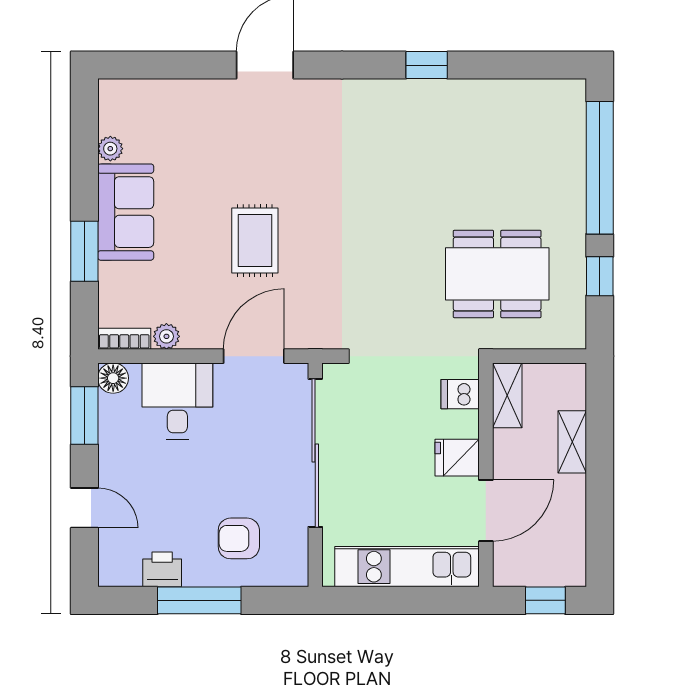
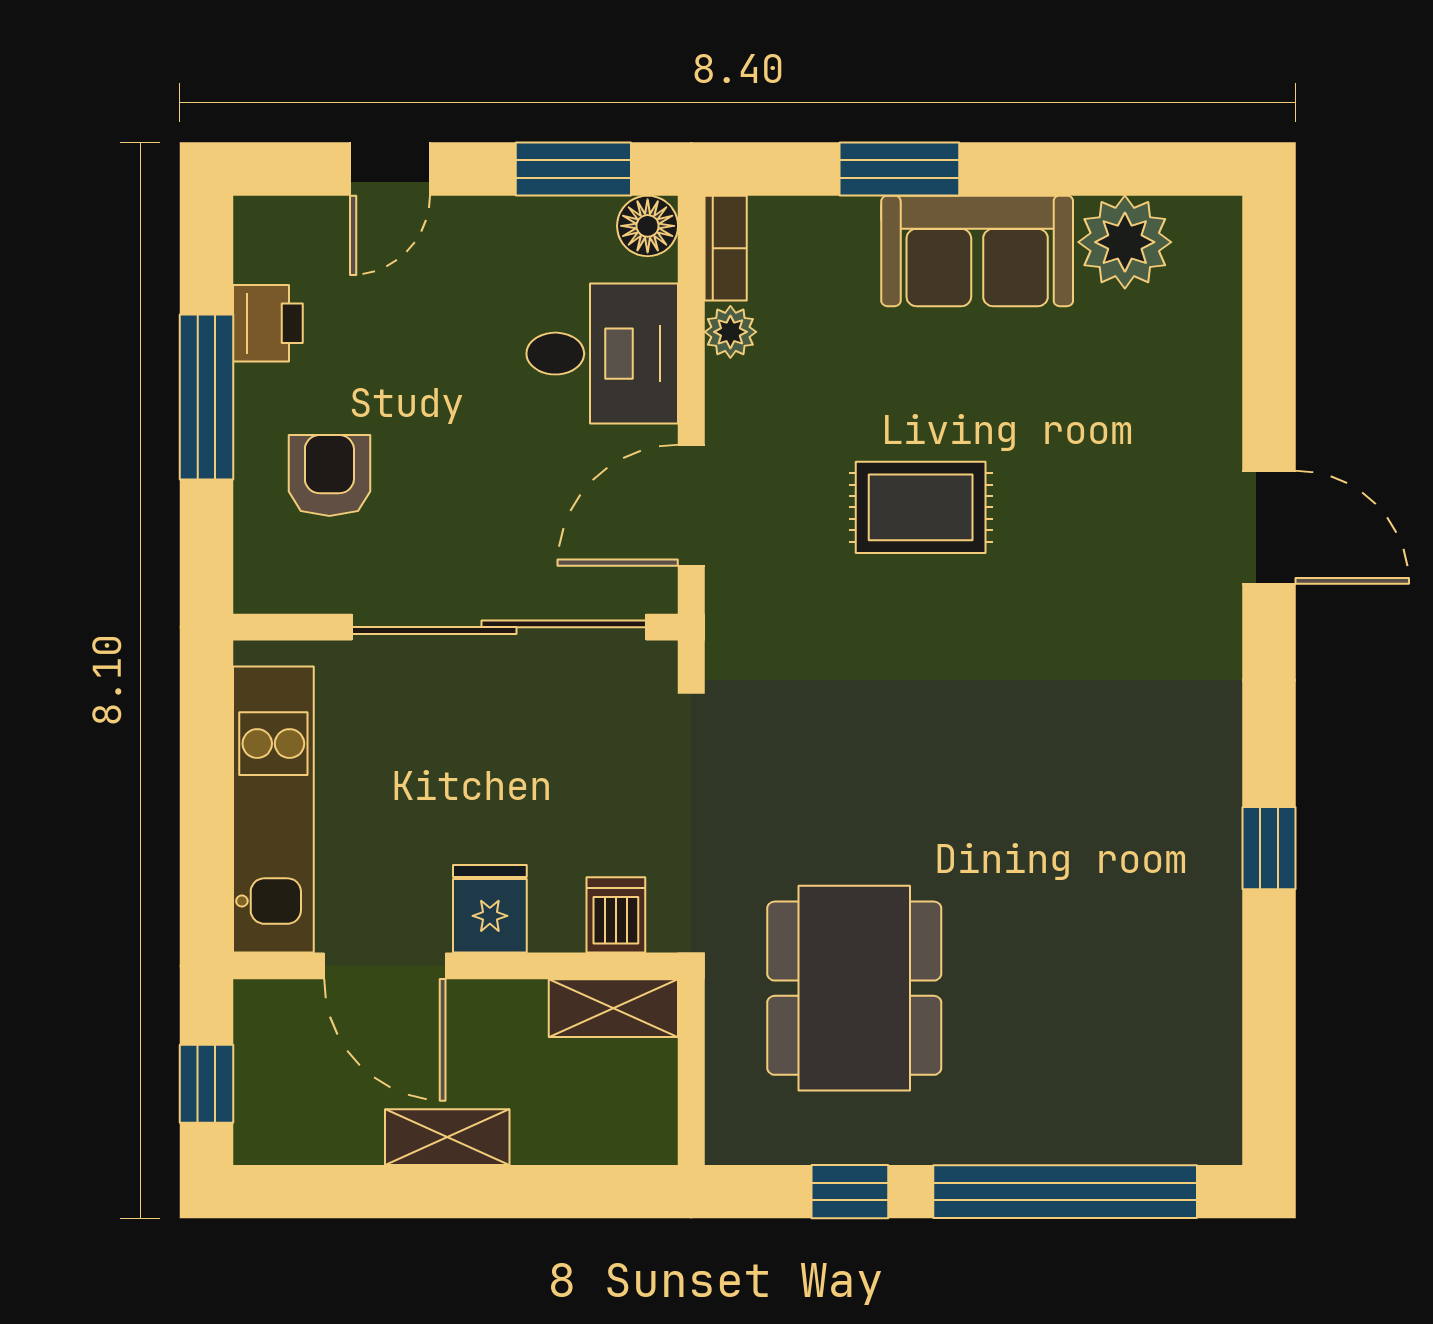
plant: (110, 149) -> (1125, 242), width x1.87, depth x1.87
door: (254, 356) -> (691, 505), swing flipped
shelving: (572, 442) -> (447, 1137), moved

